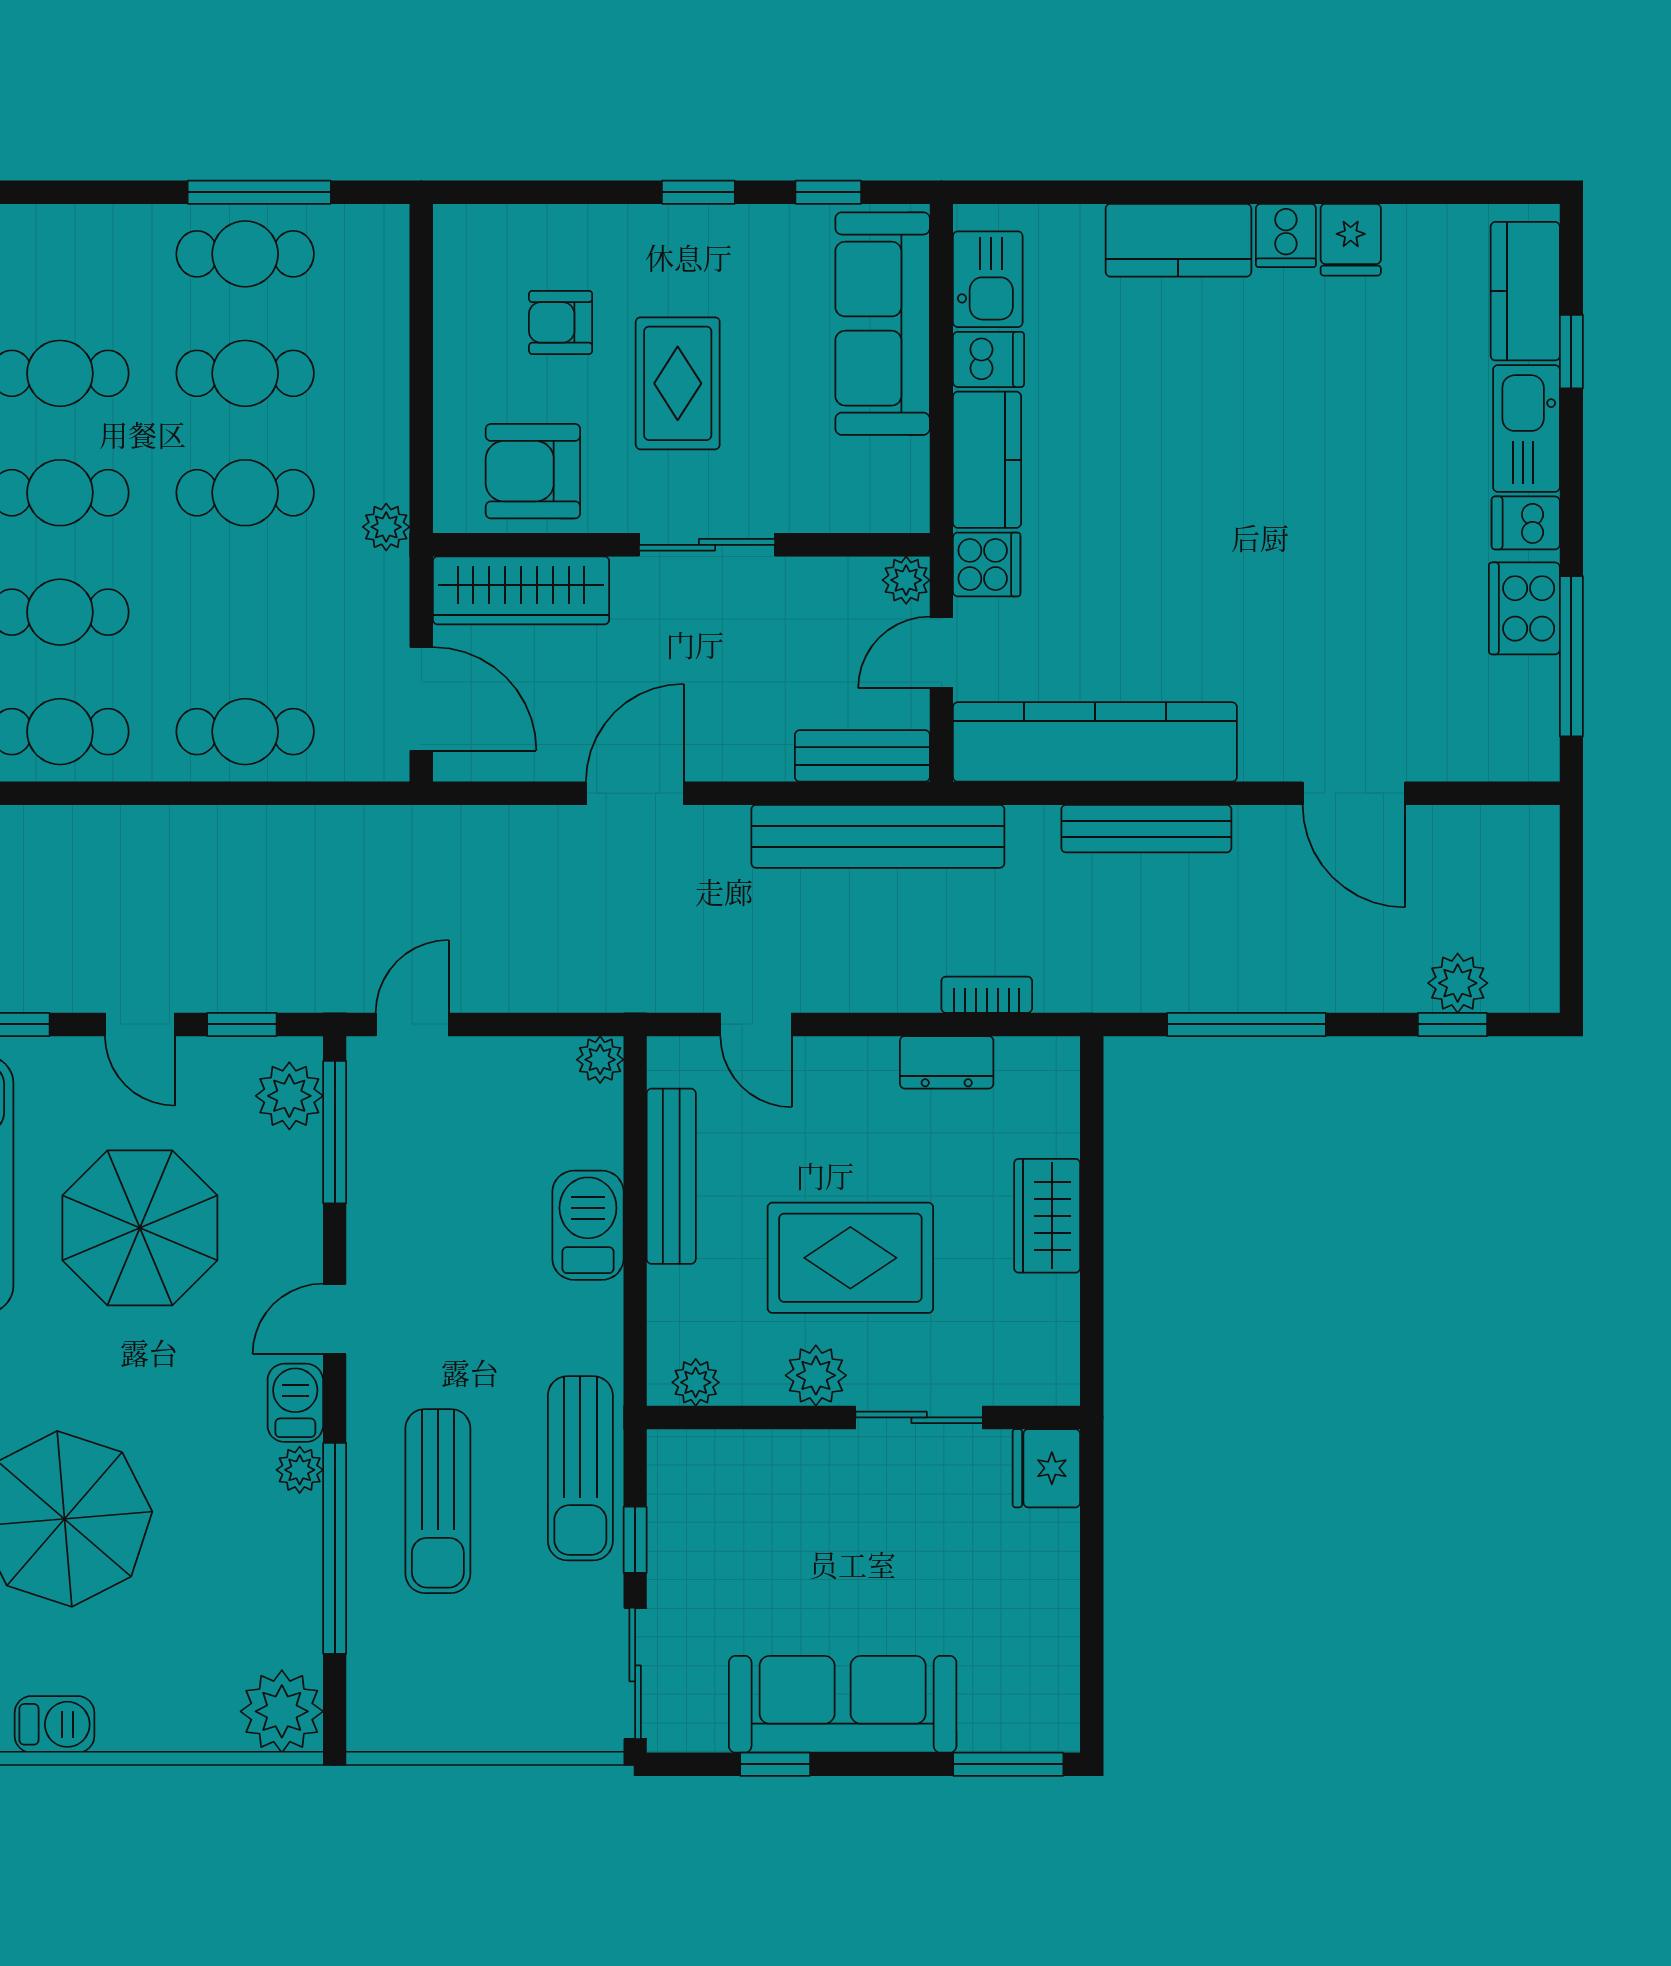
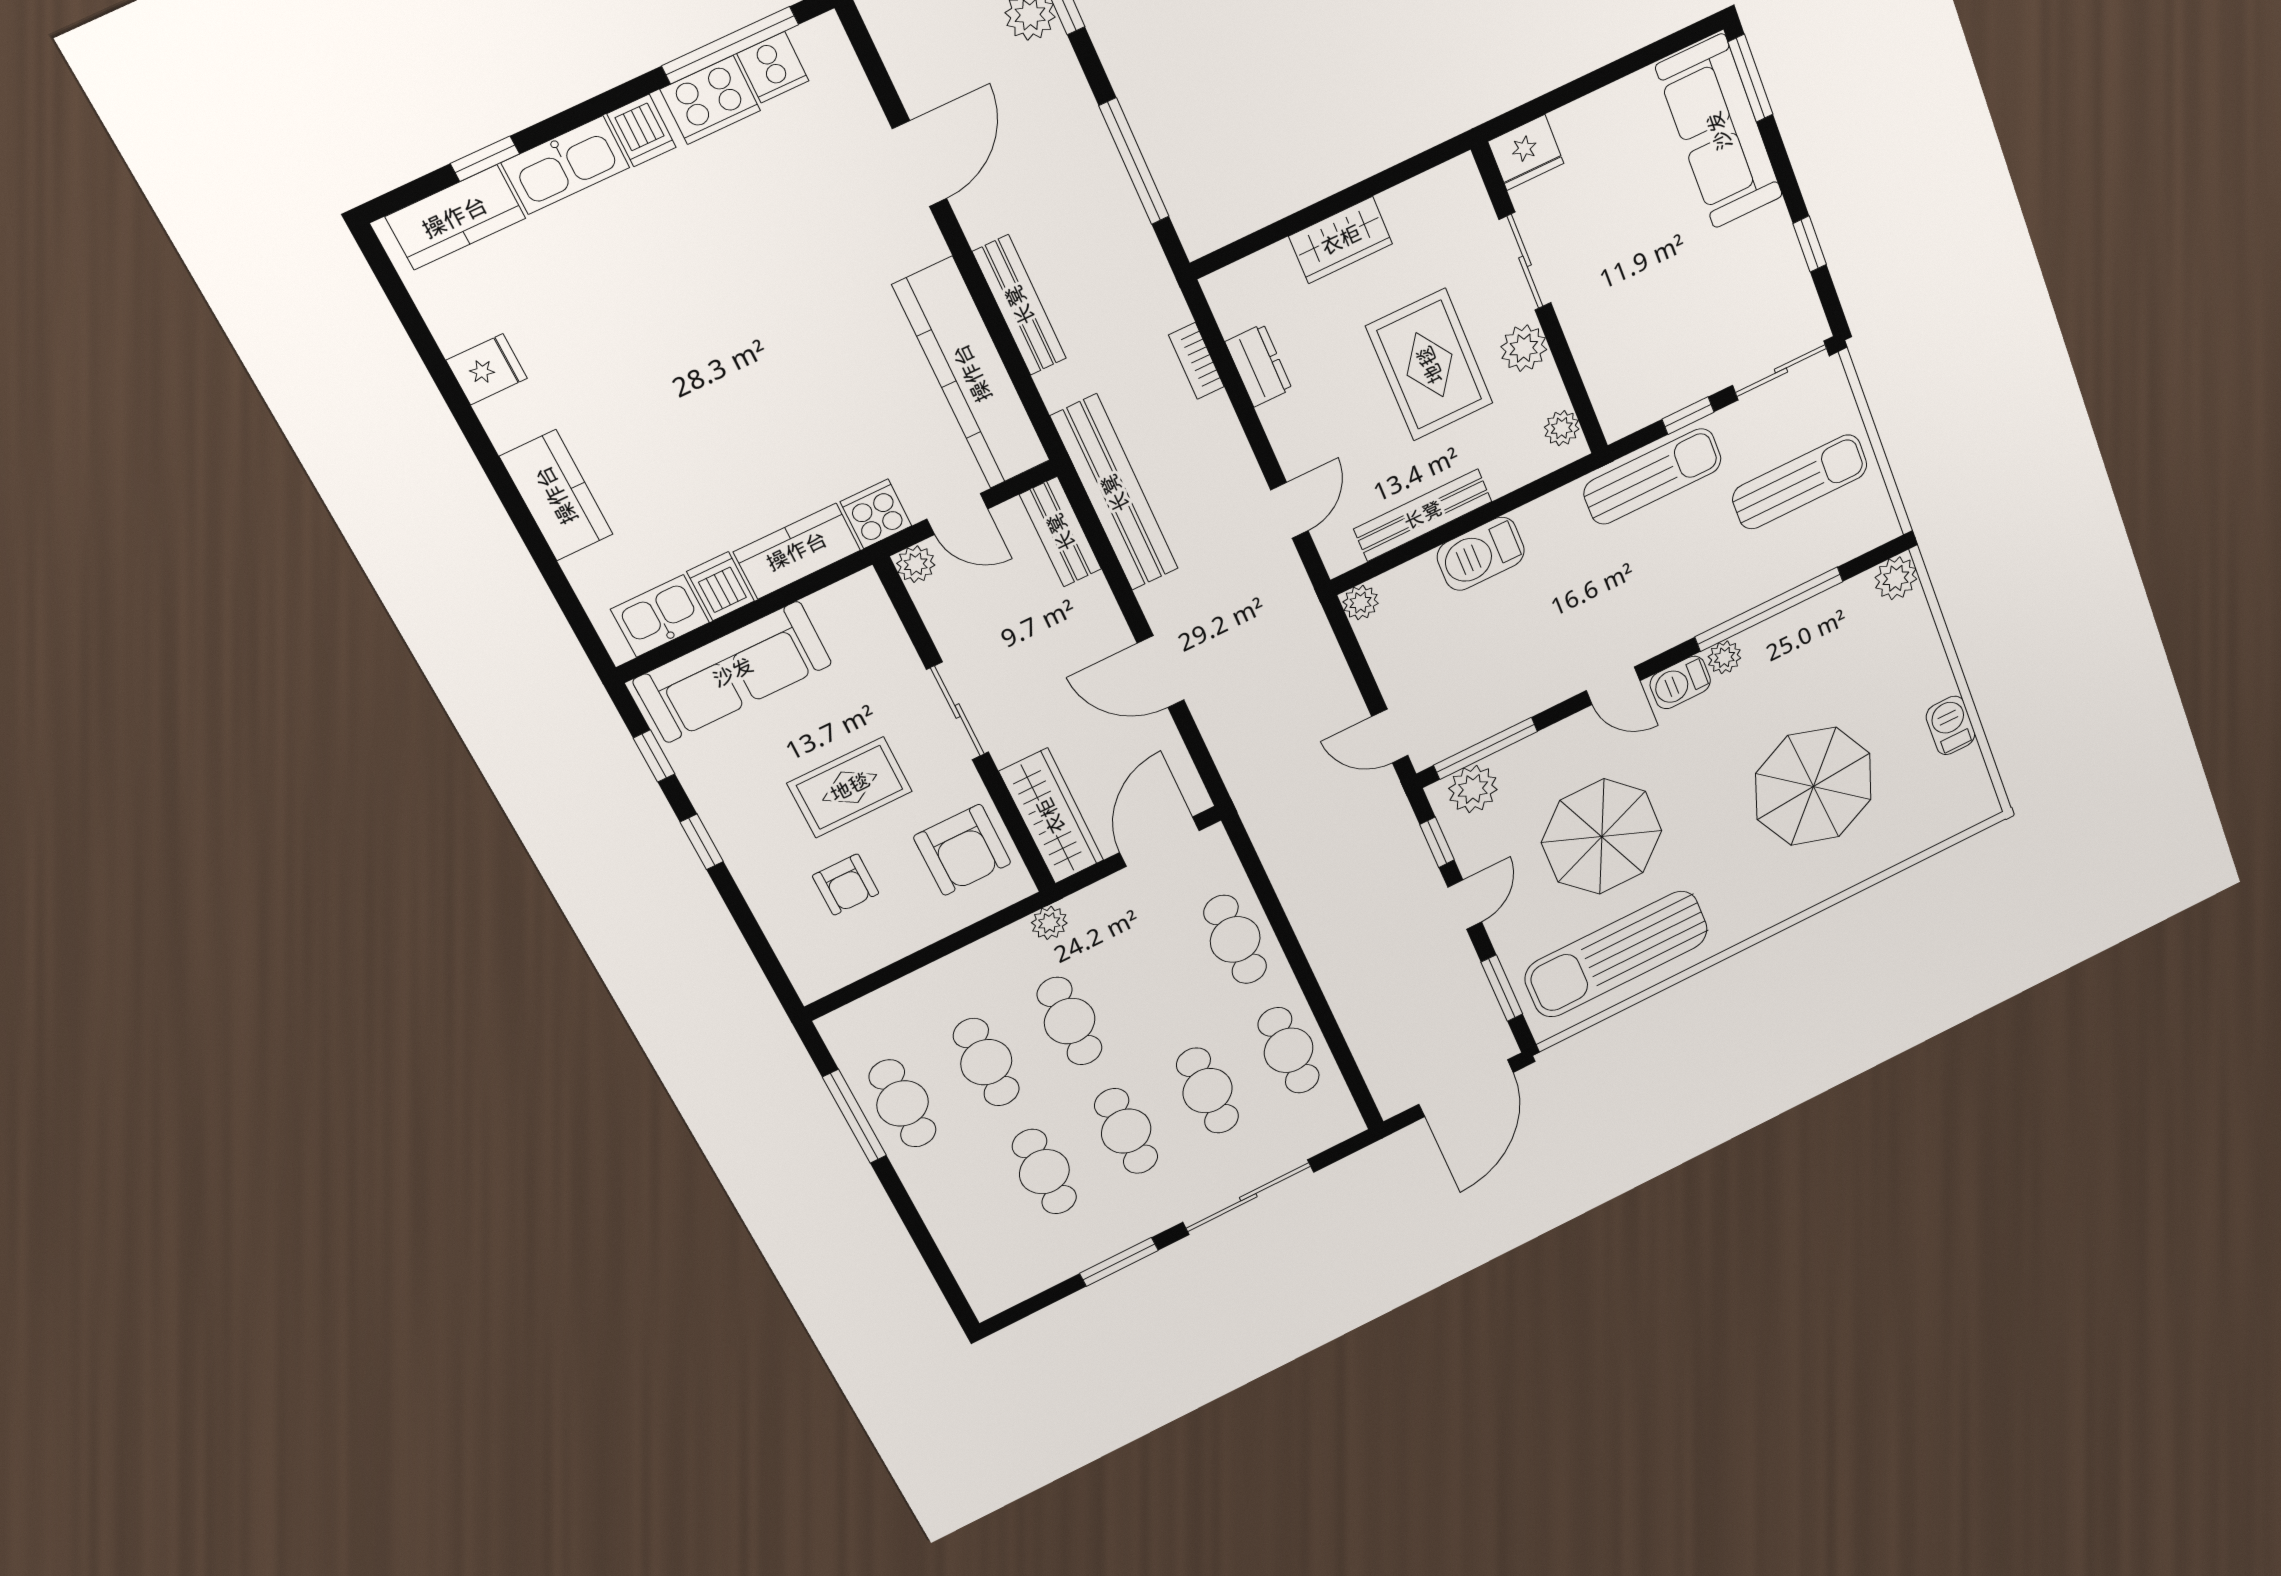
cooker: (1286, 235) -> (773, 67), moved, turned 90
sun lounger: (438, 1501) -> (1800, 482), moved
sofa: (843, 1704) -> (1719, 131), moved
plant: (282, 1711) -> (1896, 578), width x0.73, depth x0.73

